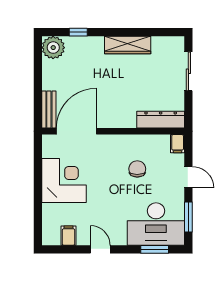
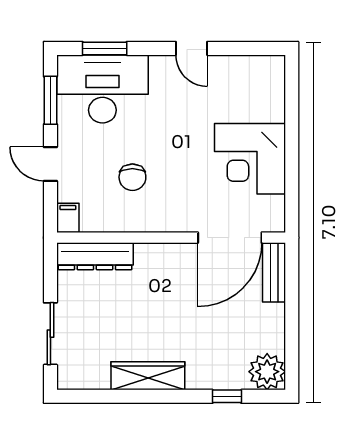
filing cabinet: (69, 236) -> (242, 70), removed

